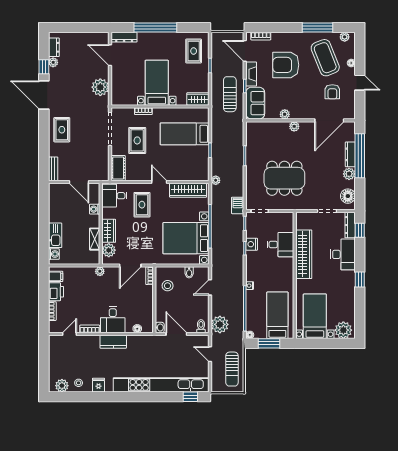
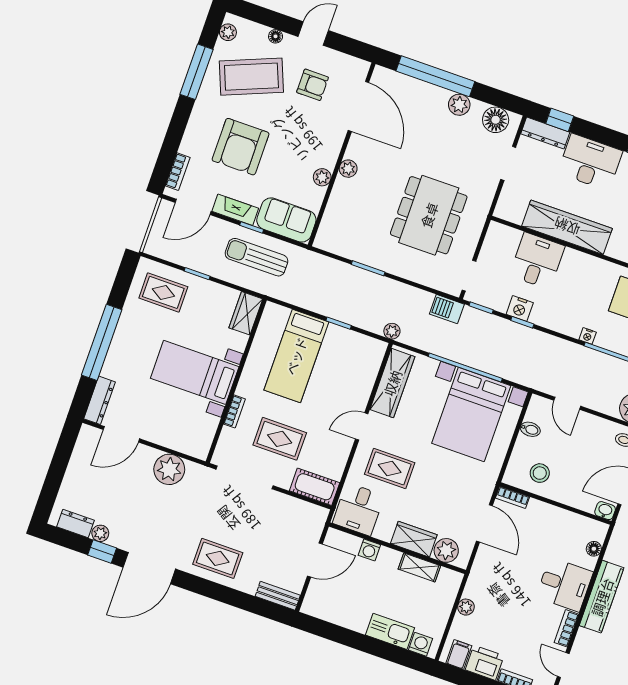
dresser: (350, 154) -> (427, 91), removed
plant: (100, 271) -> (466, 607), moved
kitchen counter: (113, 342) -> (602, 597), width x1.50

